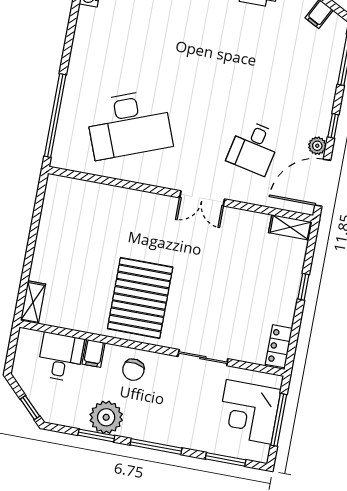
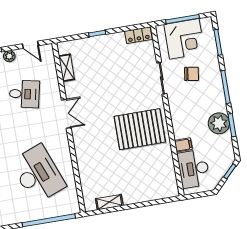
door: (323, 183) -> (30, 45), width x0.53
shelving: (290, 227) -> (67, 68), moved
shelving: (33, 302) -> (109, 202), moved
desk: (61, 357) -> (194, 169), width x1.37
chair: (133, 370) -> (192, 74), moved

